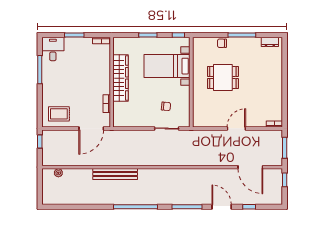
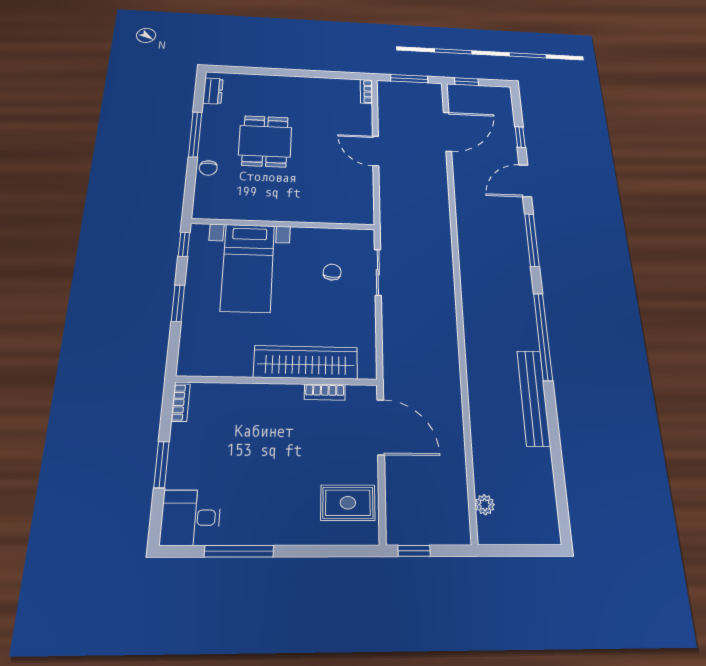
wardrobe: (120, 78) -> (306, 362), moved
dining table: (223, 78) -> (265, 141), moved
rug: (59, 114) -> (348, 503), turned 90
bench: (115, 174) -> (534, 398), moved

